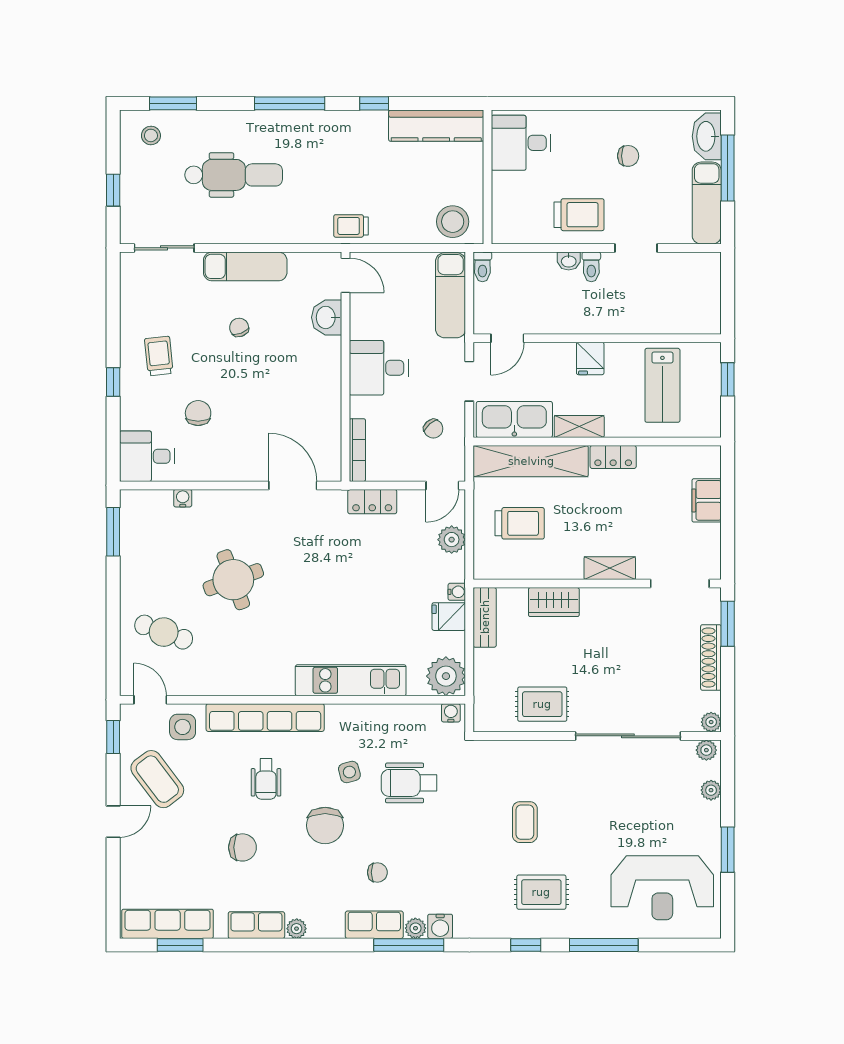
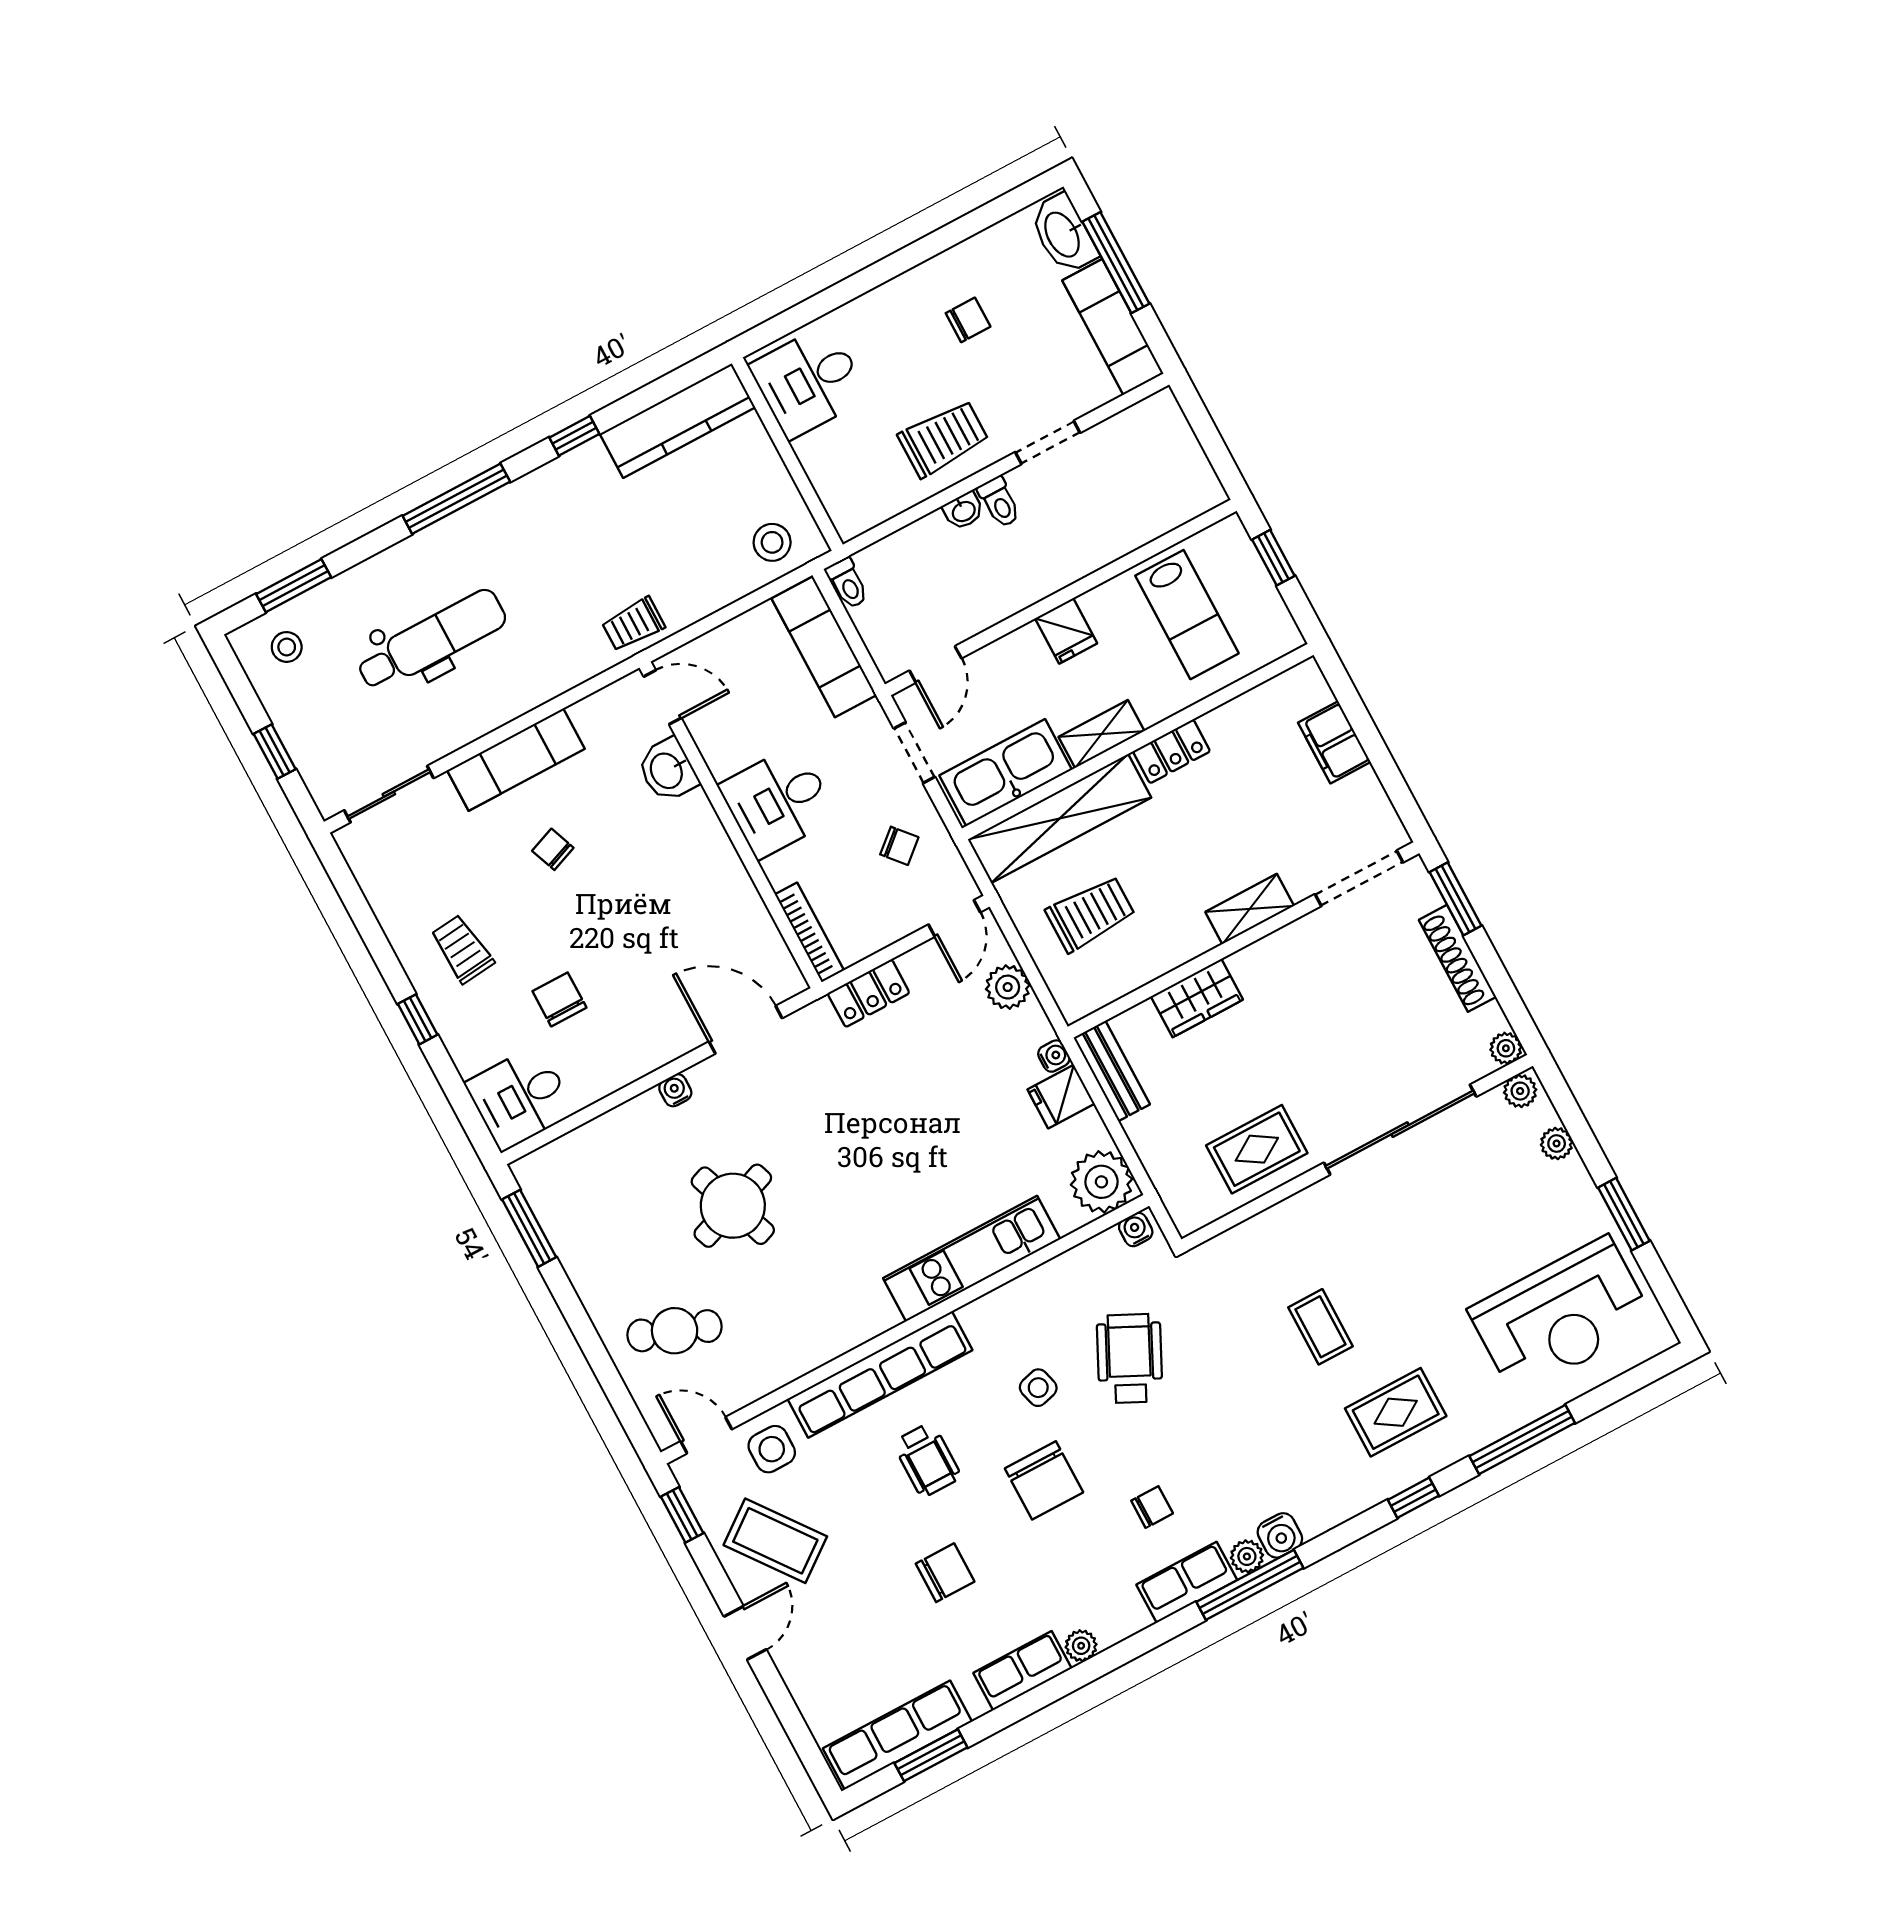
stool: (453, 222) -> (772, 542), width x0.73, depth x0.73
water cooler: (183, 498) -> (675, 1090), moved
wheelchair: (409, 783) -> (1130, 1358), turned 116

